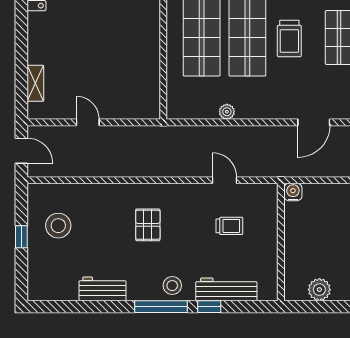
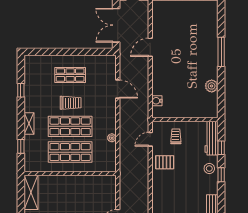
pallet: (148, 225) -> (165, 162), moved
wall: (281, 242) -> (185, 119), moved
window: (161, 307) -> (221, 175), width x0.46

